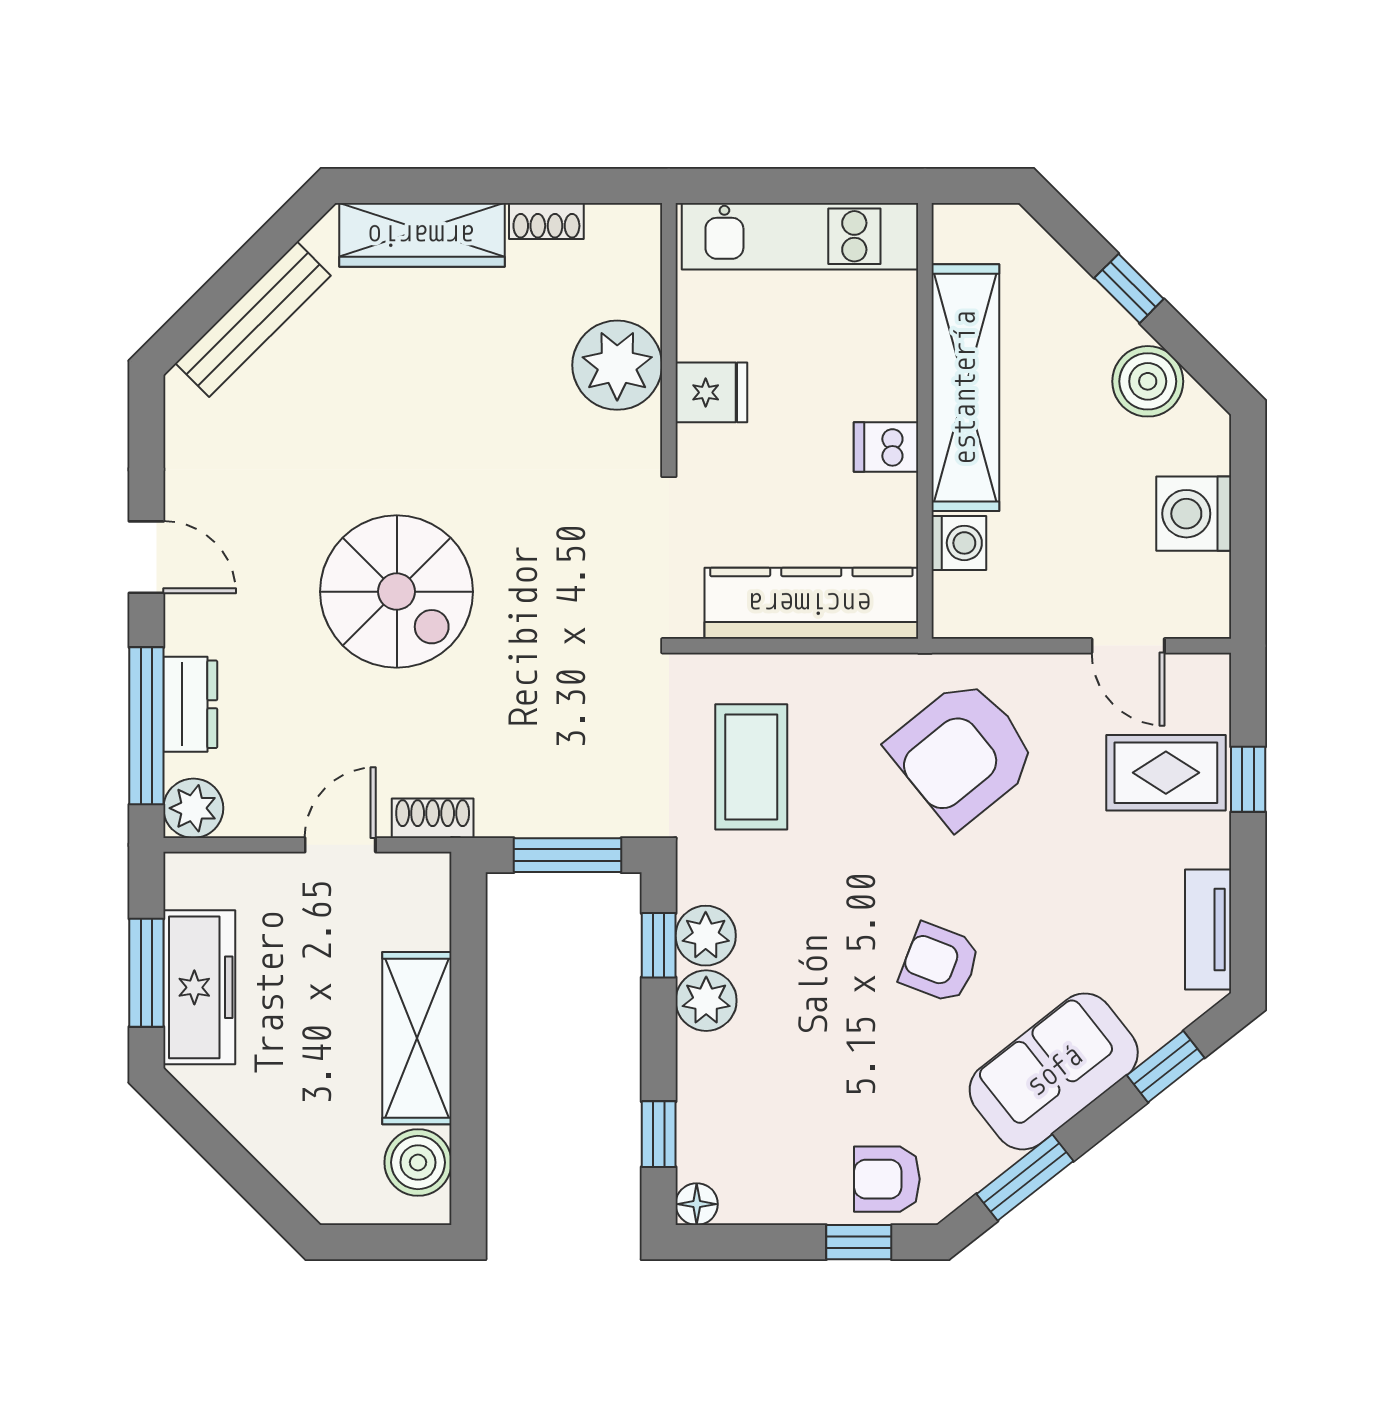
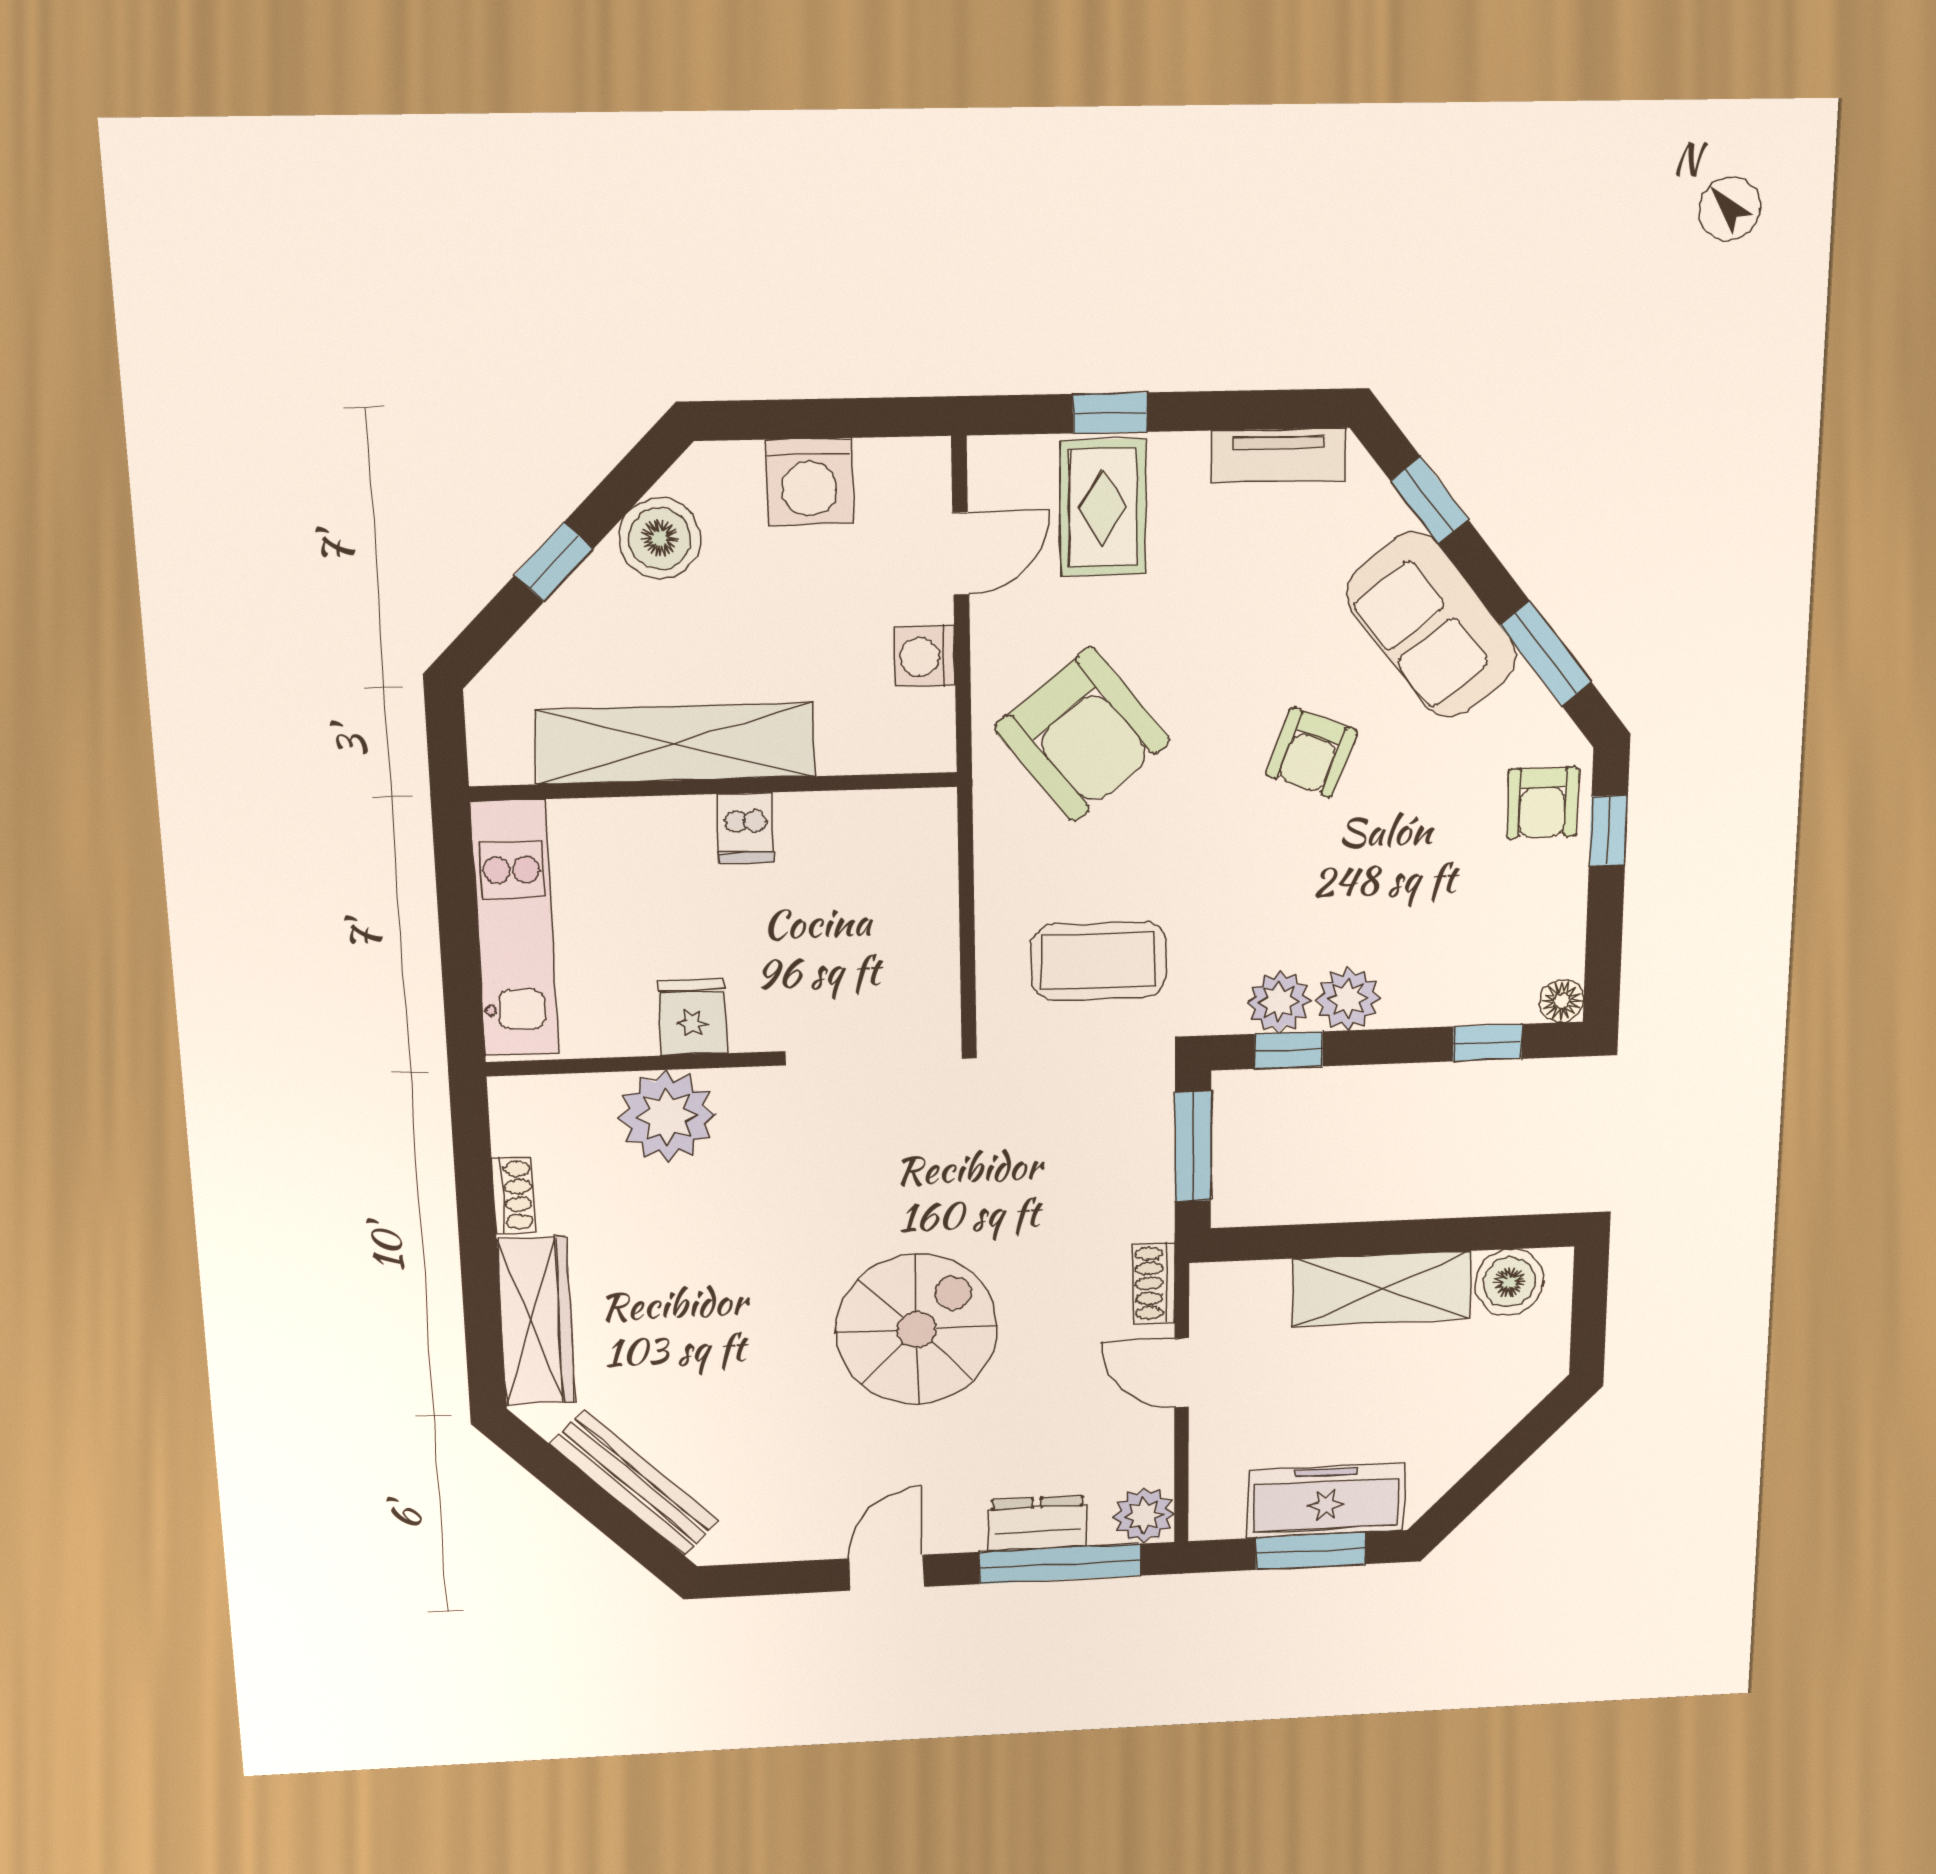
washing machine: (959, 543) -> (924, 656), moved, turned -90
kitchen counter: (811, 603) -> (920, 903), removed

